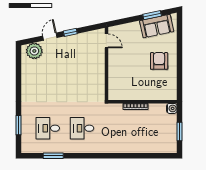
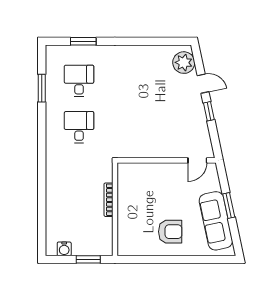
window: (152, 15) -> (229, 206), moved
sofa: (157, 26) -> (216, 221), width x1.36
water cooler: (172, 108) -> (64, 249), moved
window: (180, 131) -> (88, 259), moved

